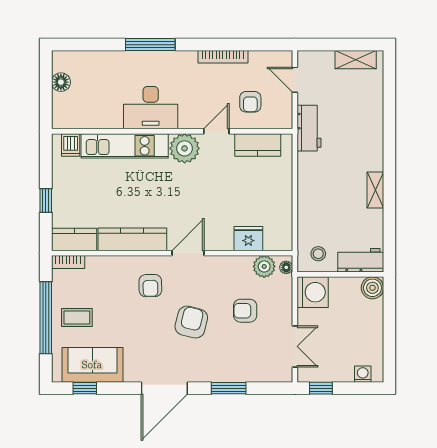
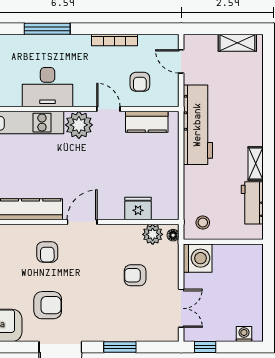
workbench: (309, 128) -> (198, 125), width x1.88, depth x1.32
door: (216, 131) -> (108, 109), hinge flipped
workbench: (361, 260) -> (252, 203), moved, turned -90
boiler: (372, 288) -> (253, 254), removed
armchair: (191, 322) -> (48, 305), moved, turned 76

